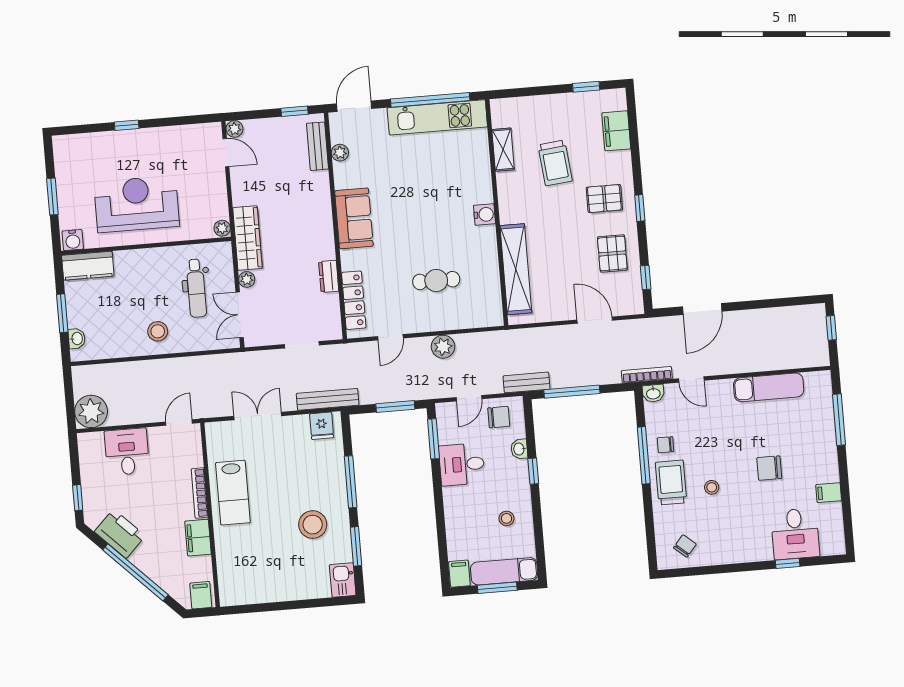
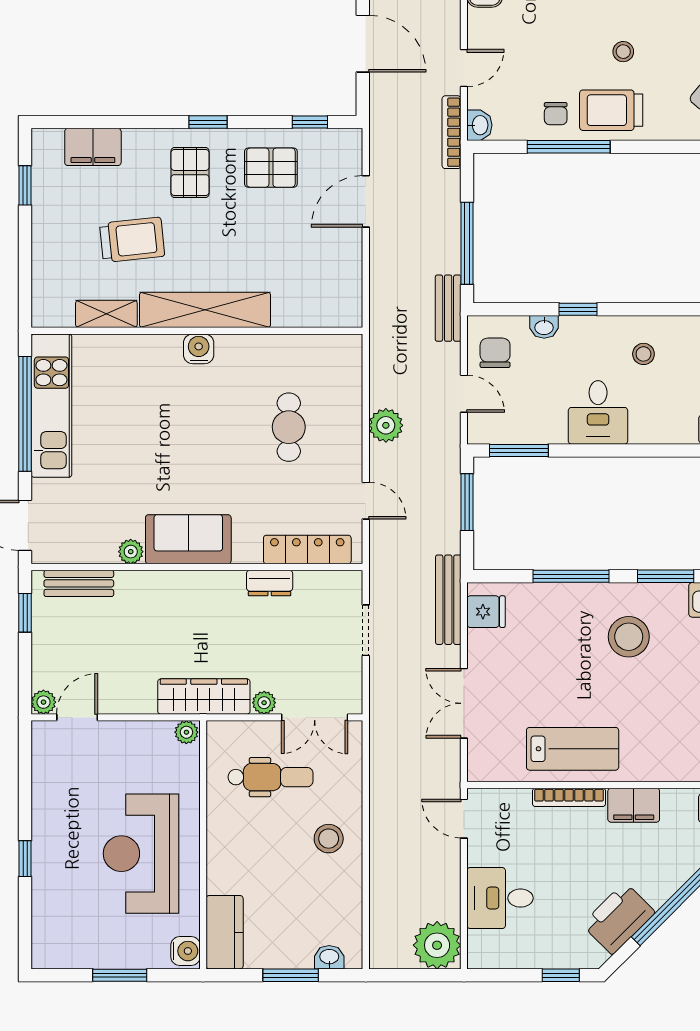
plant: (340, 153) -> (131, 552), moved
shelving: (516, 269) -> (205, 310), moved
desk: (462, 464) -> (598, 412), moved

